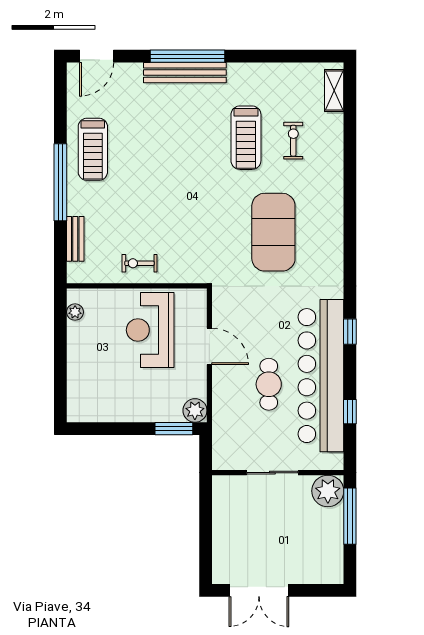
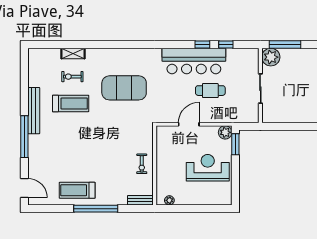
bench: (185, 73) -> (34, 111), moved
shelving: (334, 91) -> (73, 53), moved
treadmill: (93, 149) -> (77, 190), turned 180
bench: (75, 239) -> (140, 200), moved
reception desk: (150, 330) -> (208, 168), moved, turned 180
window: (350, 332) -> (202, 45), moved
bar counter: (321, 376) -> (194, 61), width x0.73

